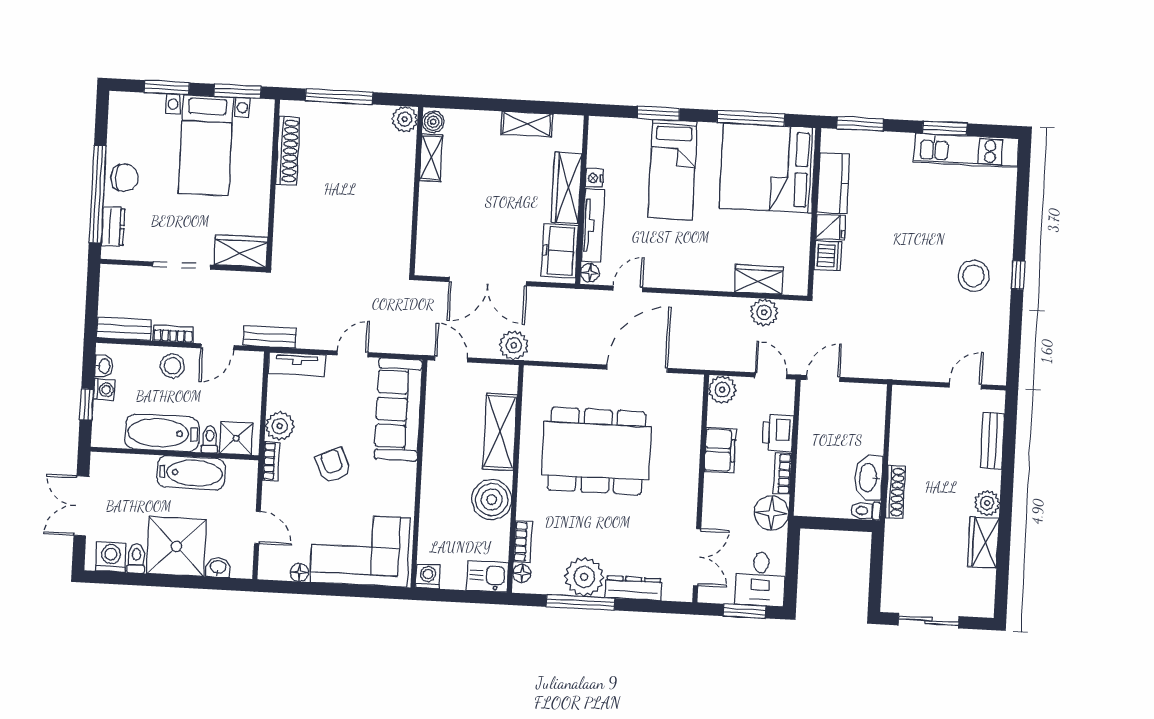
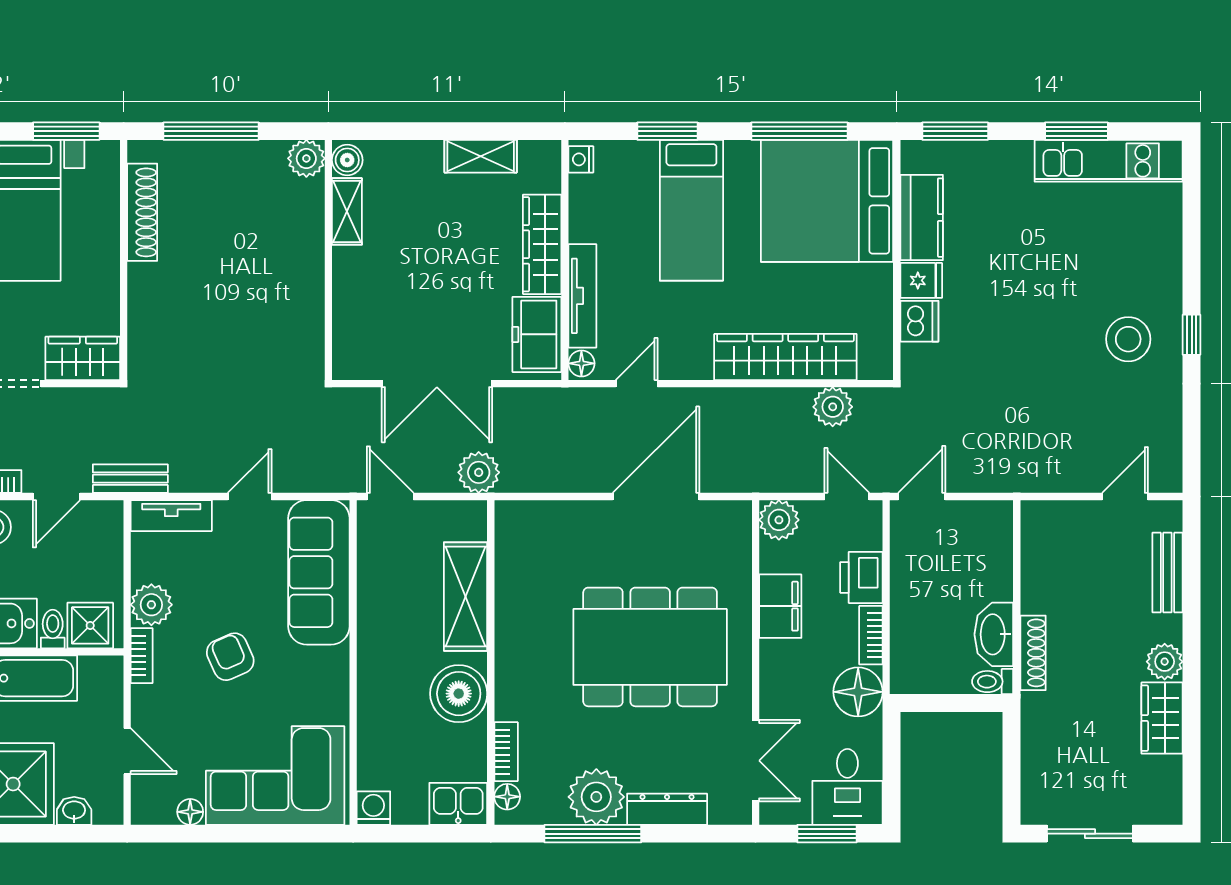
nightstand: (594, 178) -> (581, 159), moved
wardrobe: (759, 279) -> (785, 357), width x2.10, depth x1.17
dining table: (596, 451) -> (650, 647), moved

